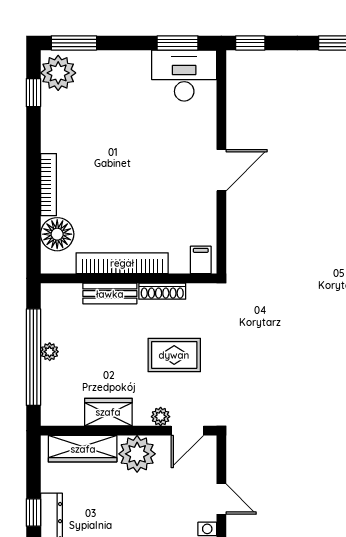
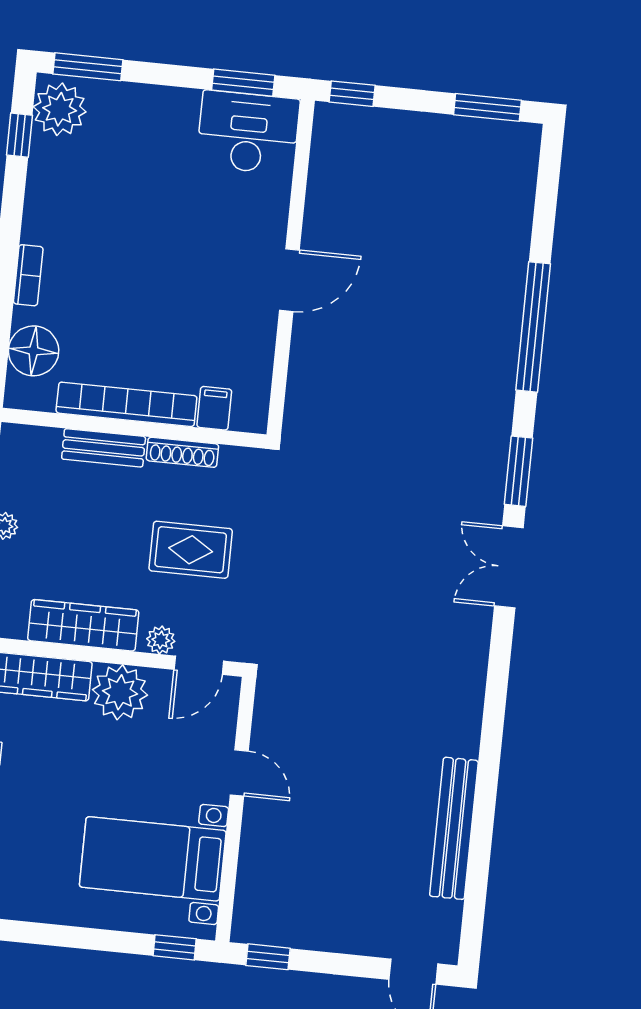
bookcase: (48, 185) -> (28, 275), width x0.64
filing cabinet: (201, 260) -> (214, 408), moved
wardrobe: (108, 412) -> (83, 625), width x1.50

